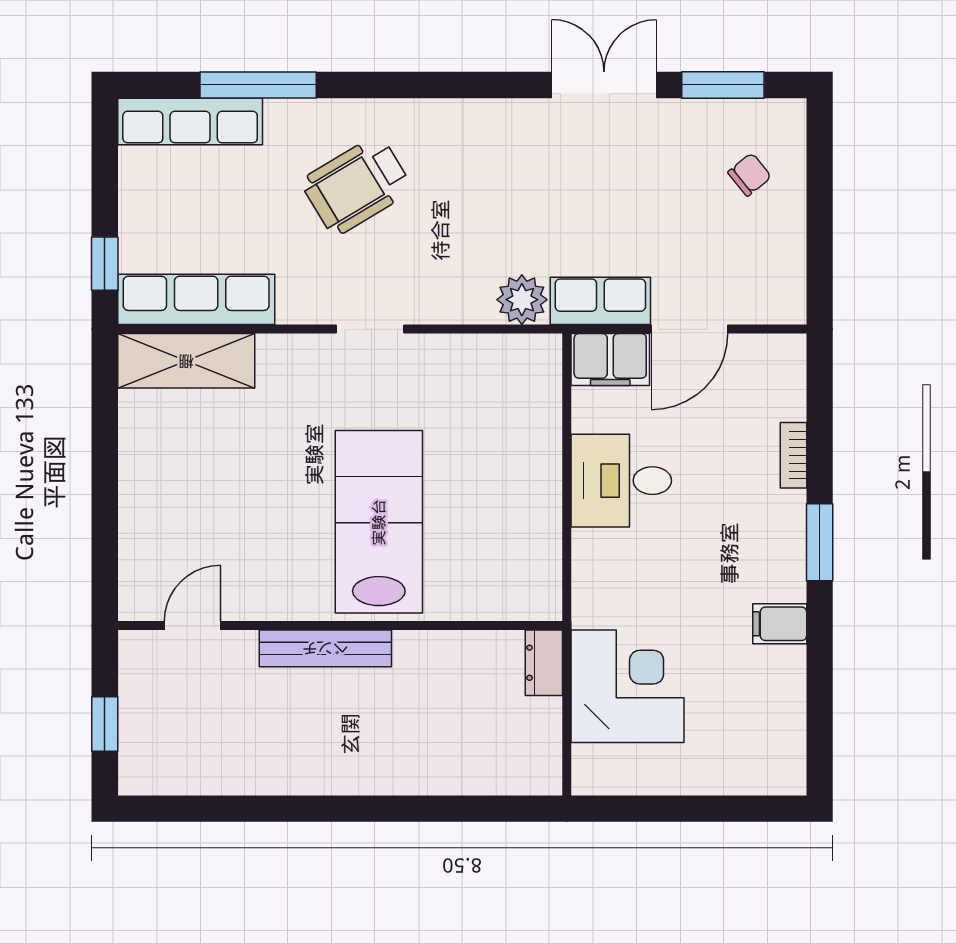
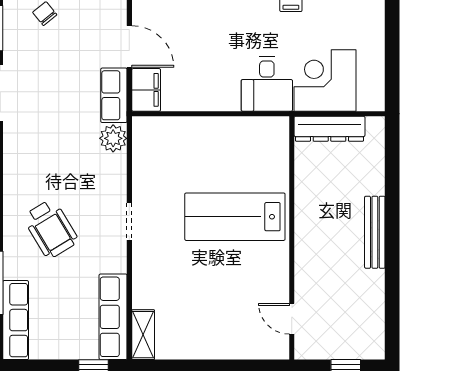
shelving: (186, 361) -> (143, 335), width x0.67, depth x0.75
desk: (621, 481) -> (267, 84), moved
bench: (325, 648) -> (375, 232), moved
dresser: (544, 663) -> (330, 129), width x1.96, depth x1.24

